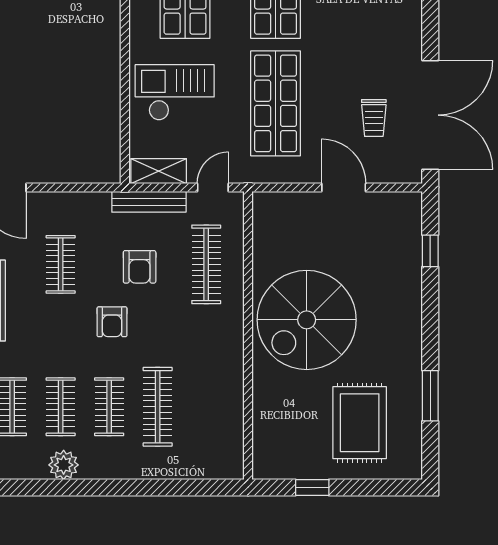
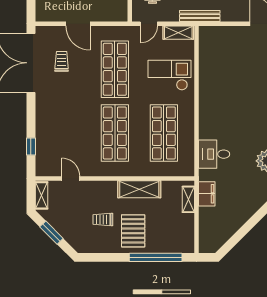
checkout: (175, 92) -> (169, 75), turned 180
bench: (149, 202) -> (200, 16), moved

